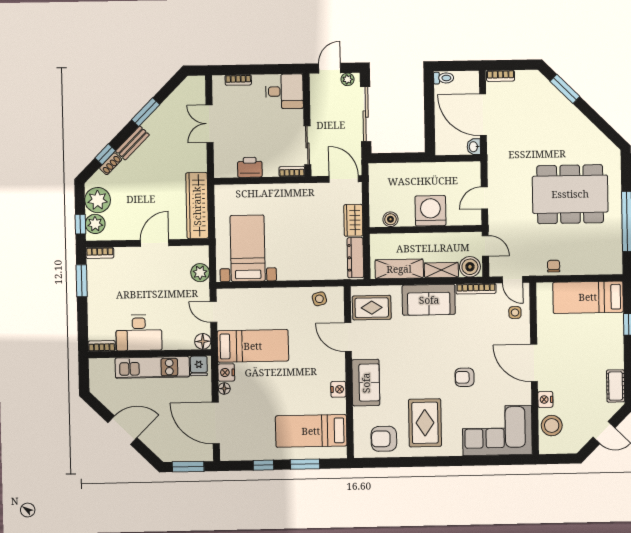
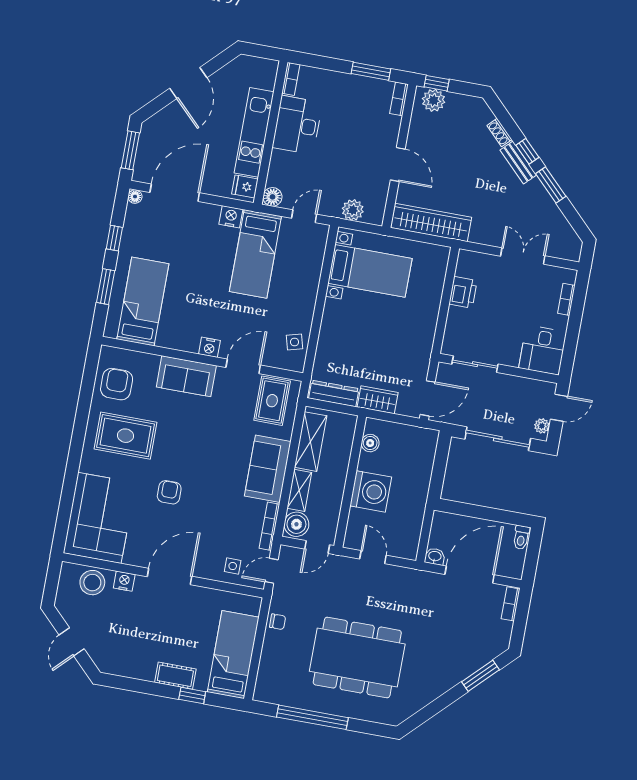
door: (330, 68) -> (559, 408), hinge flipped
window: (105, 154) -> (527, 151), moved
bookcase: (292, 171) -> (448, 340), removed
dining table: (570, 194) -> (357, 658), turned 90
plant: (98, 200) -> (461, 109), removed
cot: (616, 386) -> (175, 676), moved
floor lamp: (224, 388) -> (135, 197), moved
nightstand: (338, 389) -> (209, 347), moved

